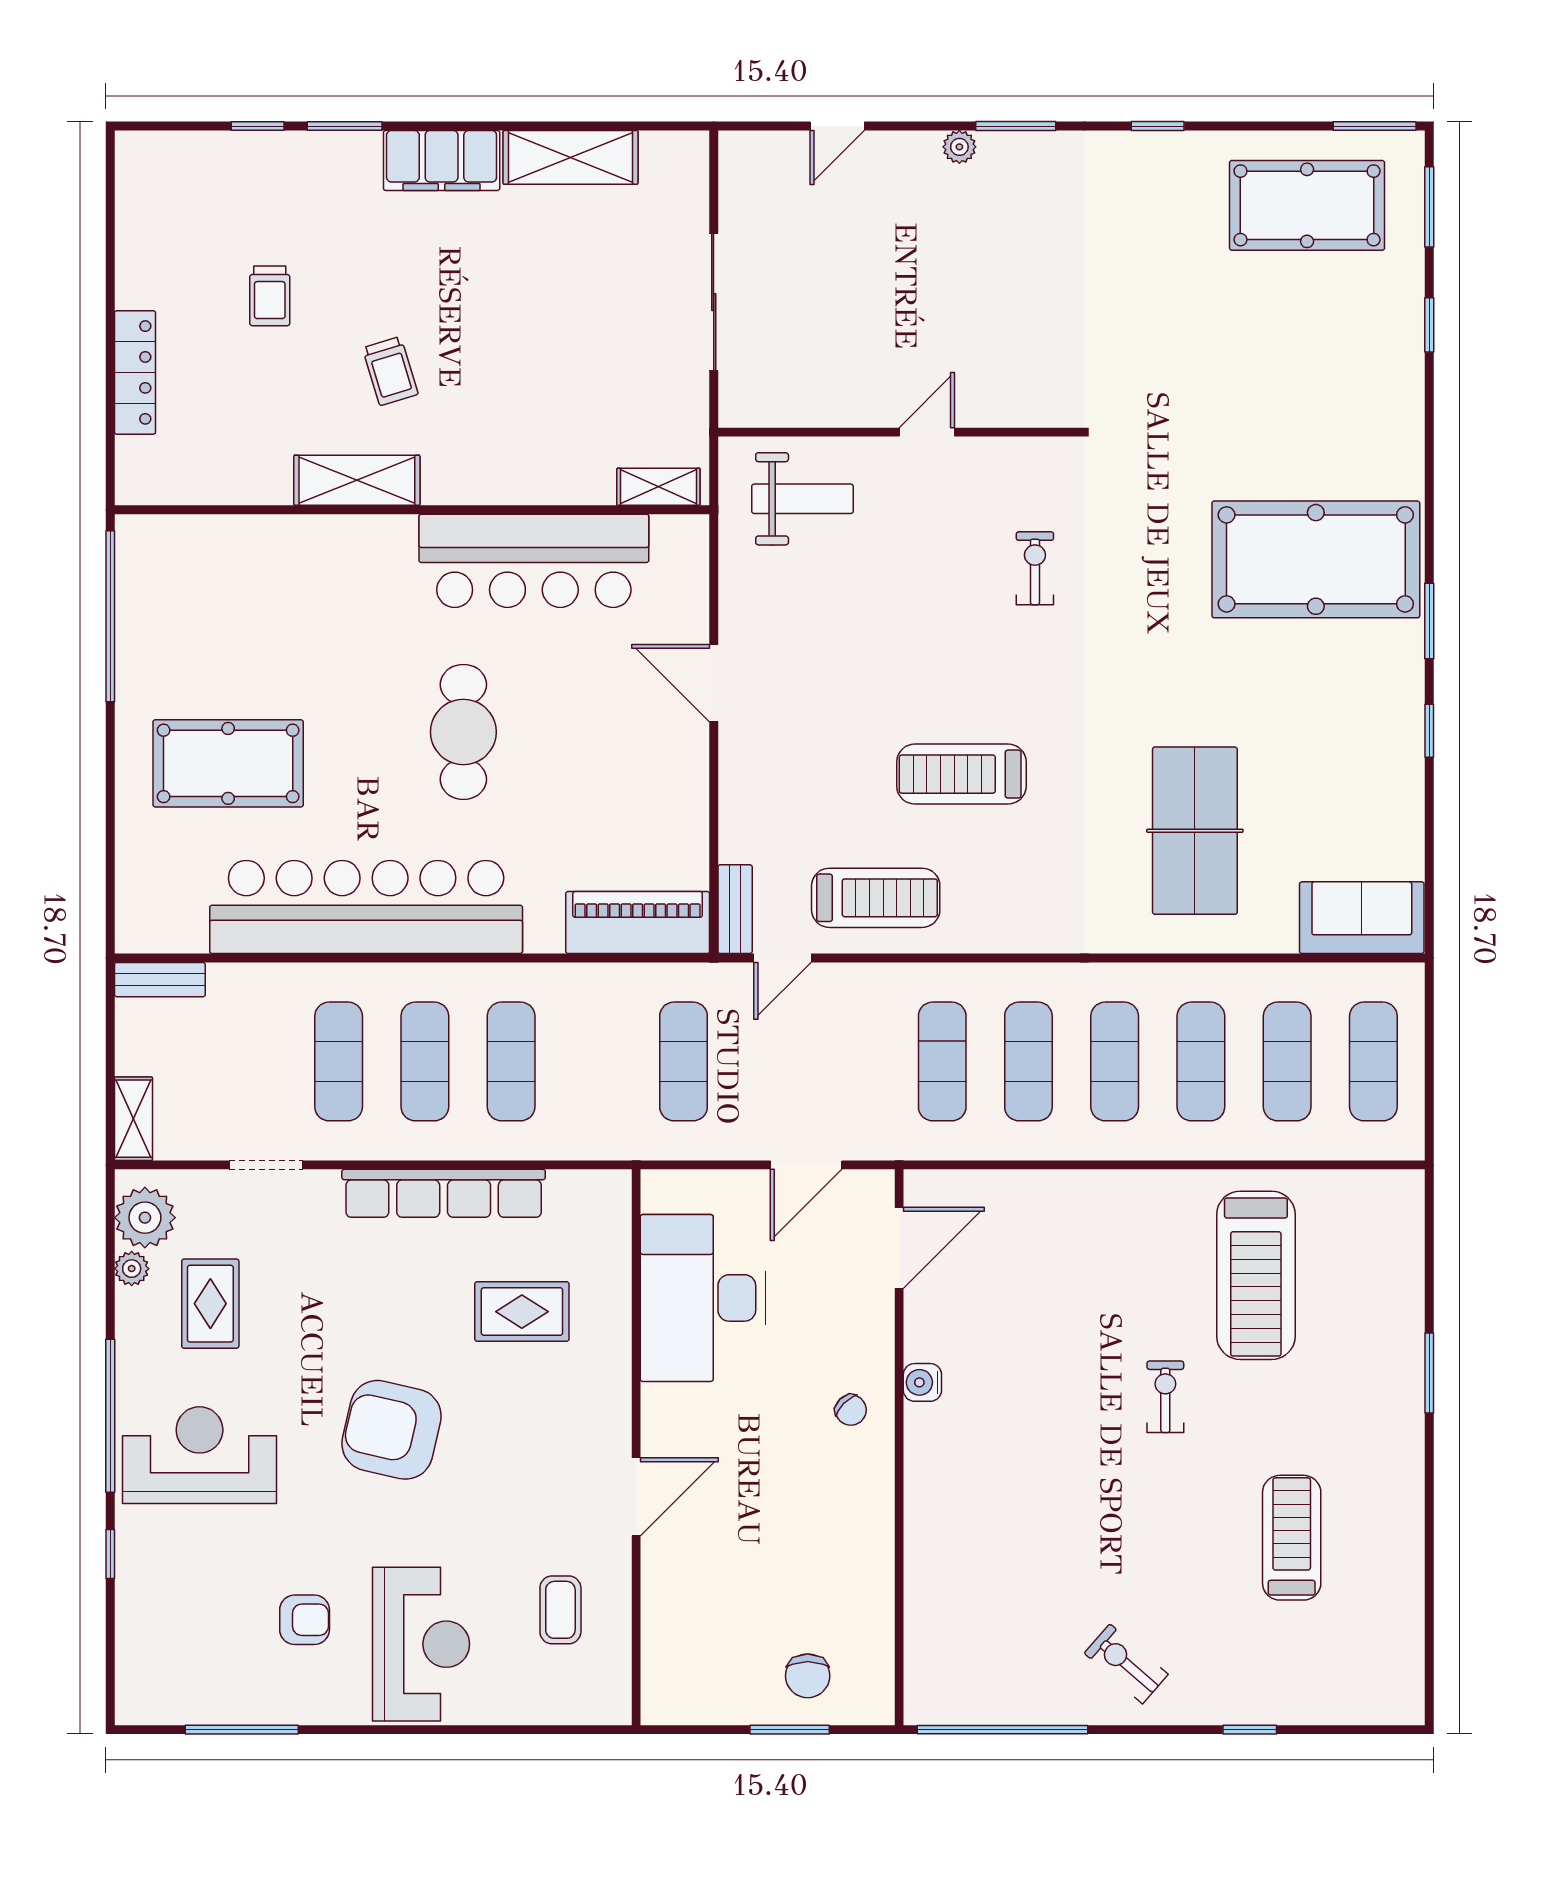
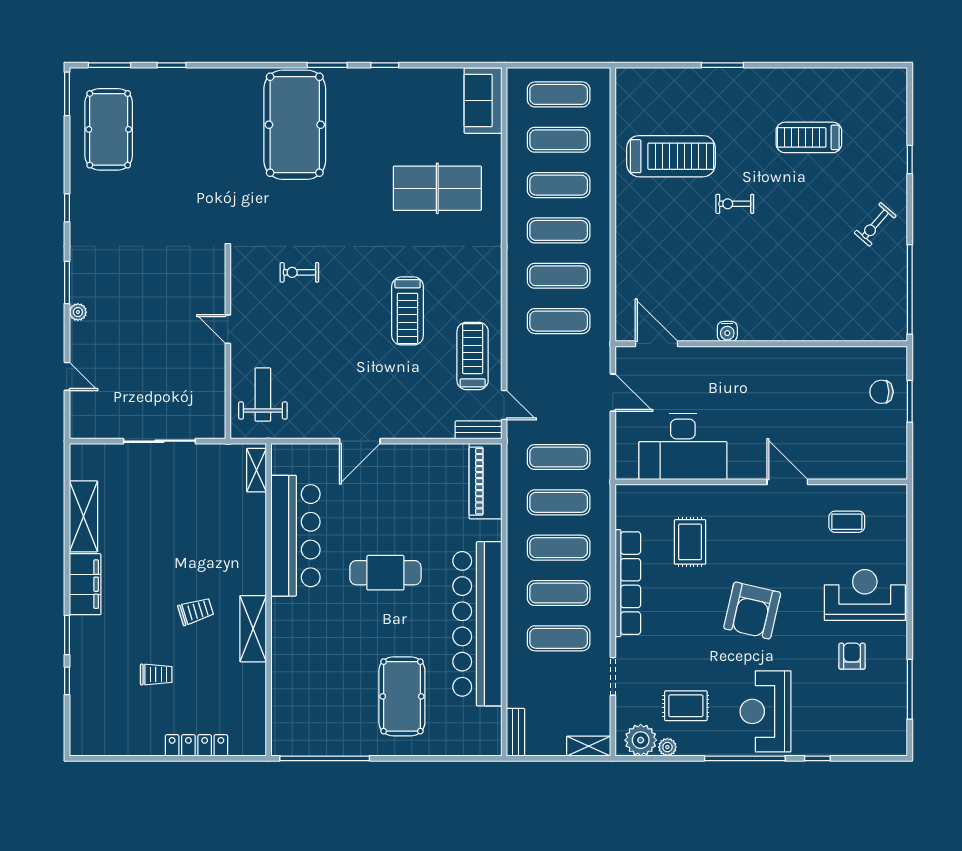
exercise mat: (597, 1061) -> (559, 502), added
chair: (851, 1410) -> (742, 369), removed
chair: (808, 1676) -> (881, 392), turned 180

